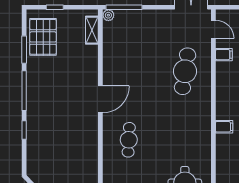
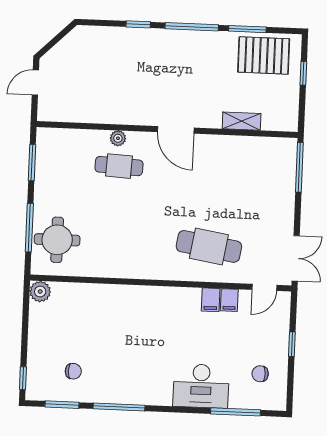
plant: (108, 15) -> (118, 138), moved
shelving: (92, 30) -> (242, 121), moved
filing cabinet: (224, 127) -> (211, 300), moved

